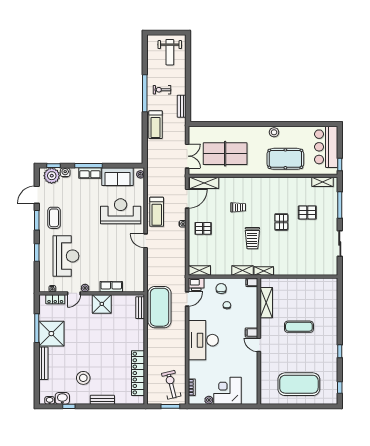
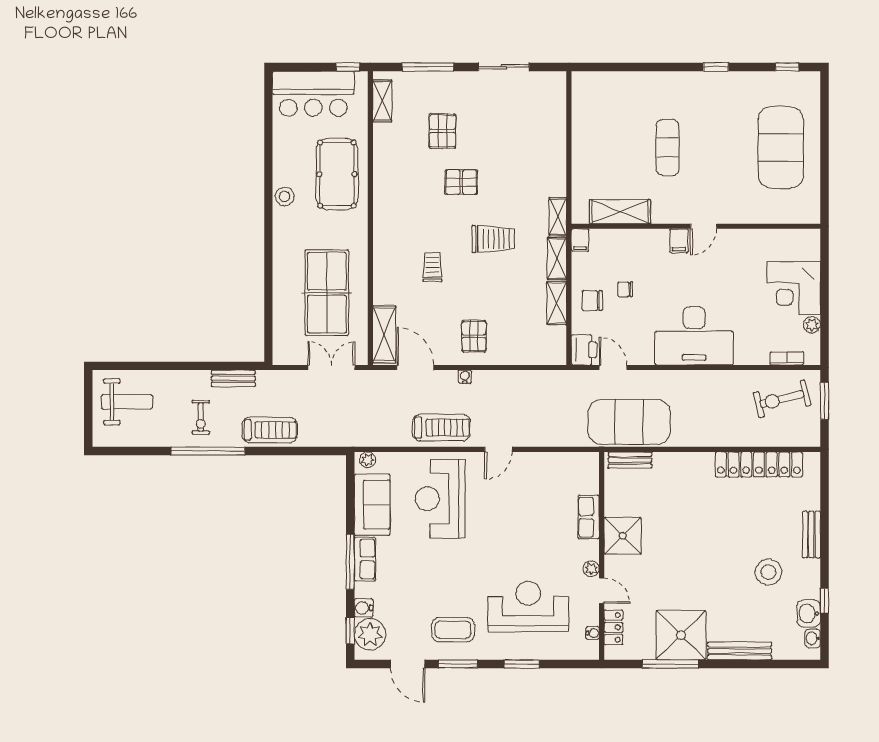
shelving: (199, 270) -> (557, 303), moved

